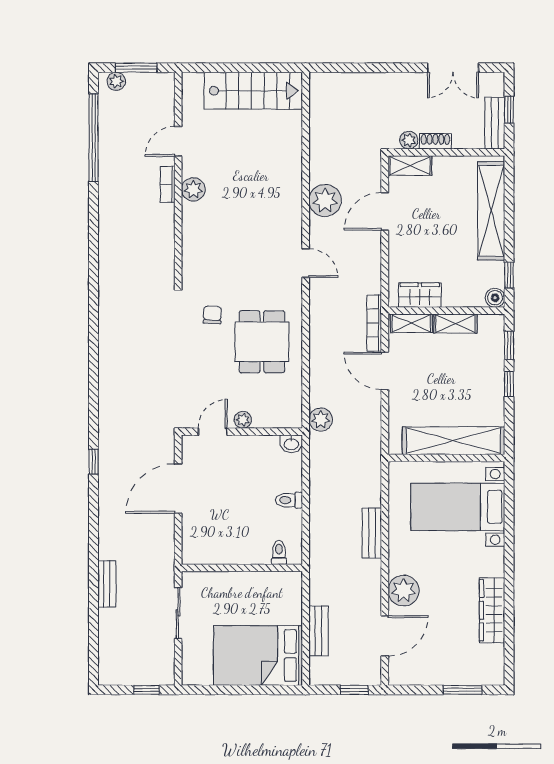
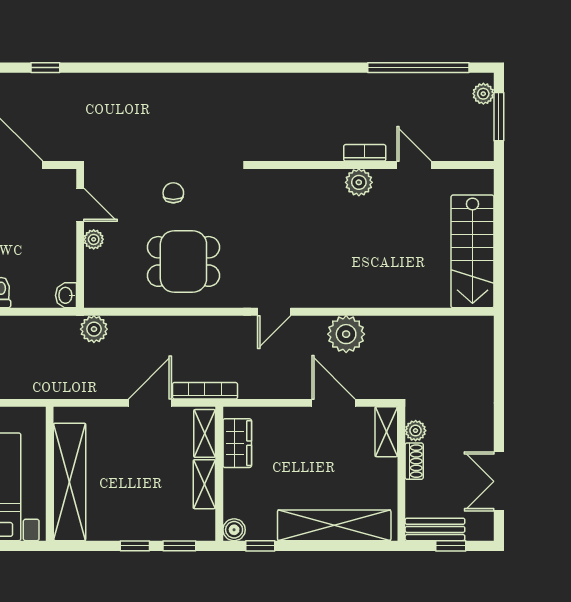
chair: (212, 315) -> (173, 193), moved, turned -93

